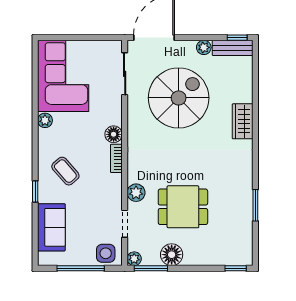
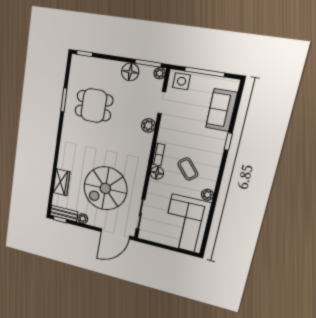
wardrobe: (243, 121) -> (61, 182), moved
coffee table: (65, 171) -> (188, 169), moved
dining table: (183, 207) -> (94, 106), moved

